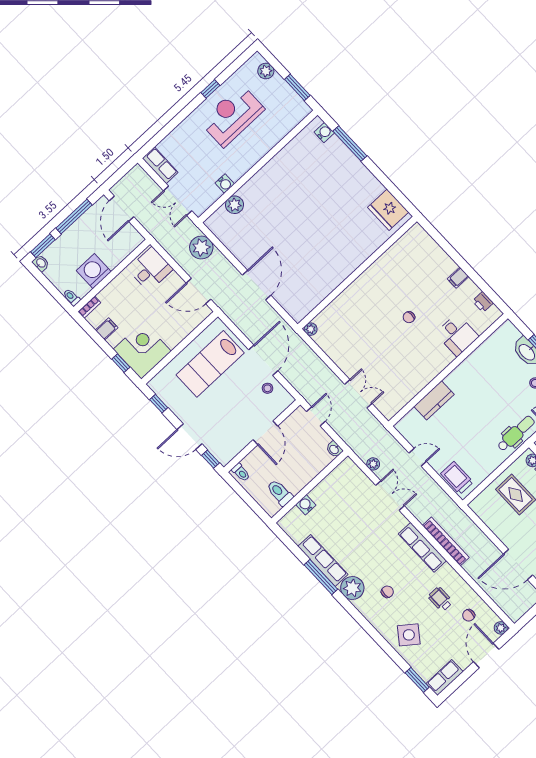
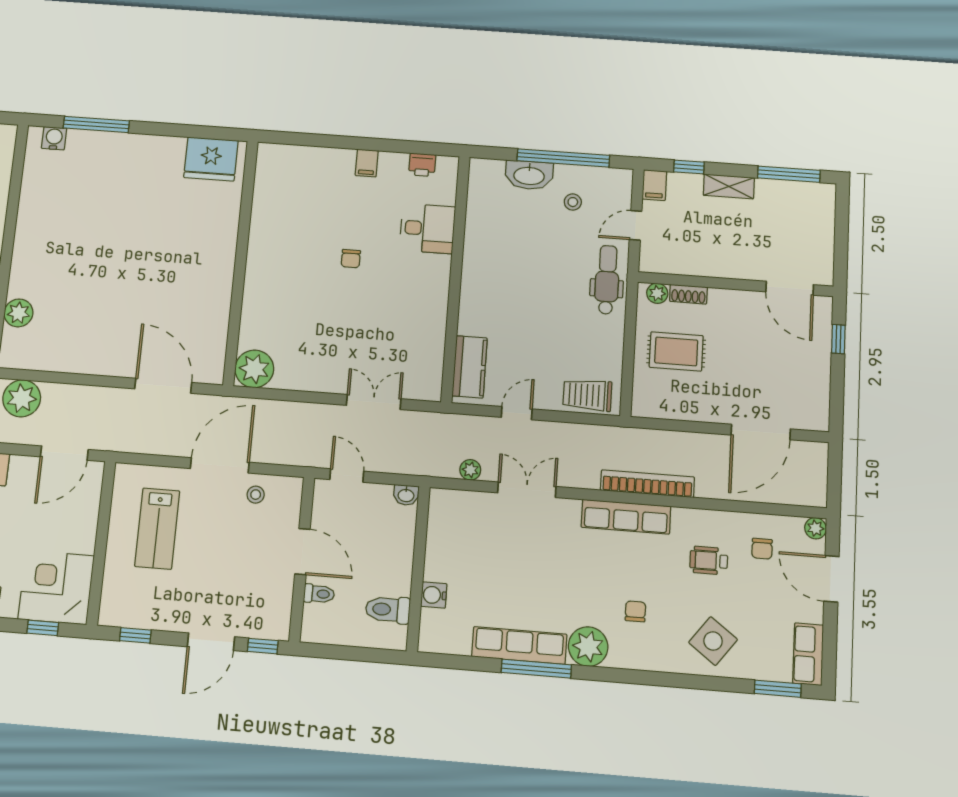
door: (257, 285) -> (163, 386), moved
plant: (311, 329) -> (254, 369), width x1.87, depth x1.87
door: (263, 360) -> (220, 465), hinge flipped
lab bench: (210, 364) -> (157, 528), width x0.73, depth x0.72
kitchen counter: (434, 400) -> (470, 367), moved
toilet: (241, 472) -> (319, 594), moved

